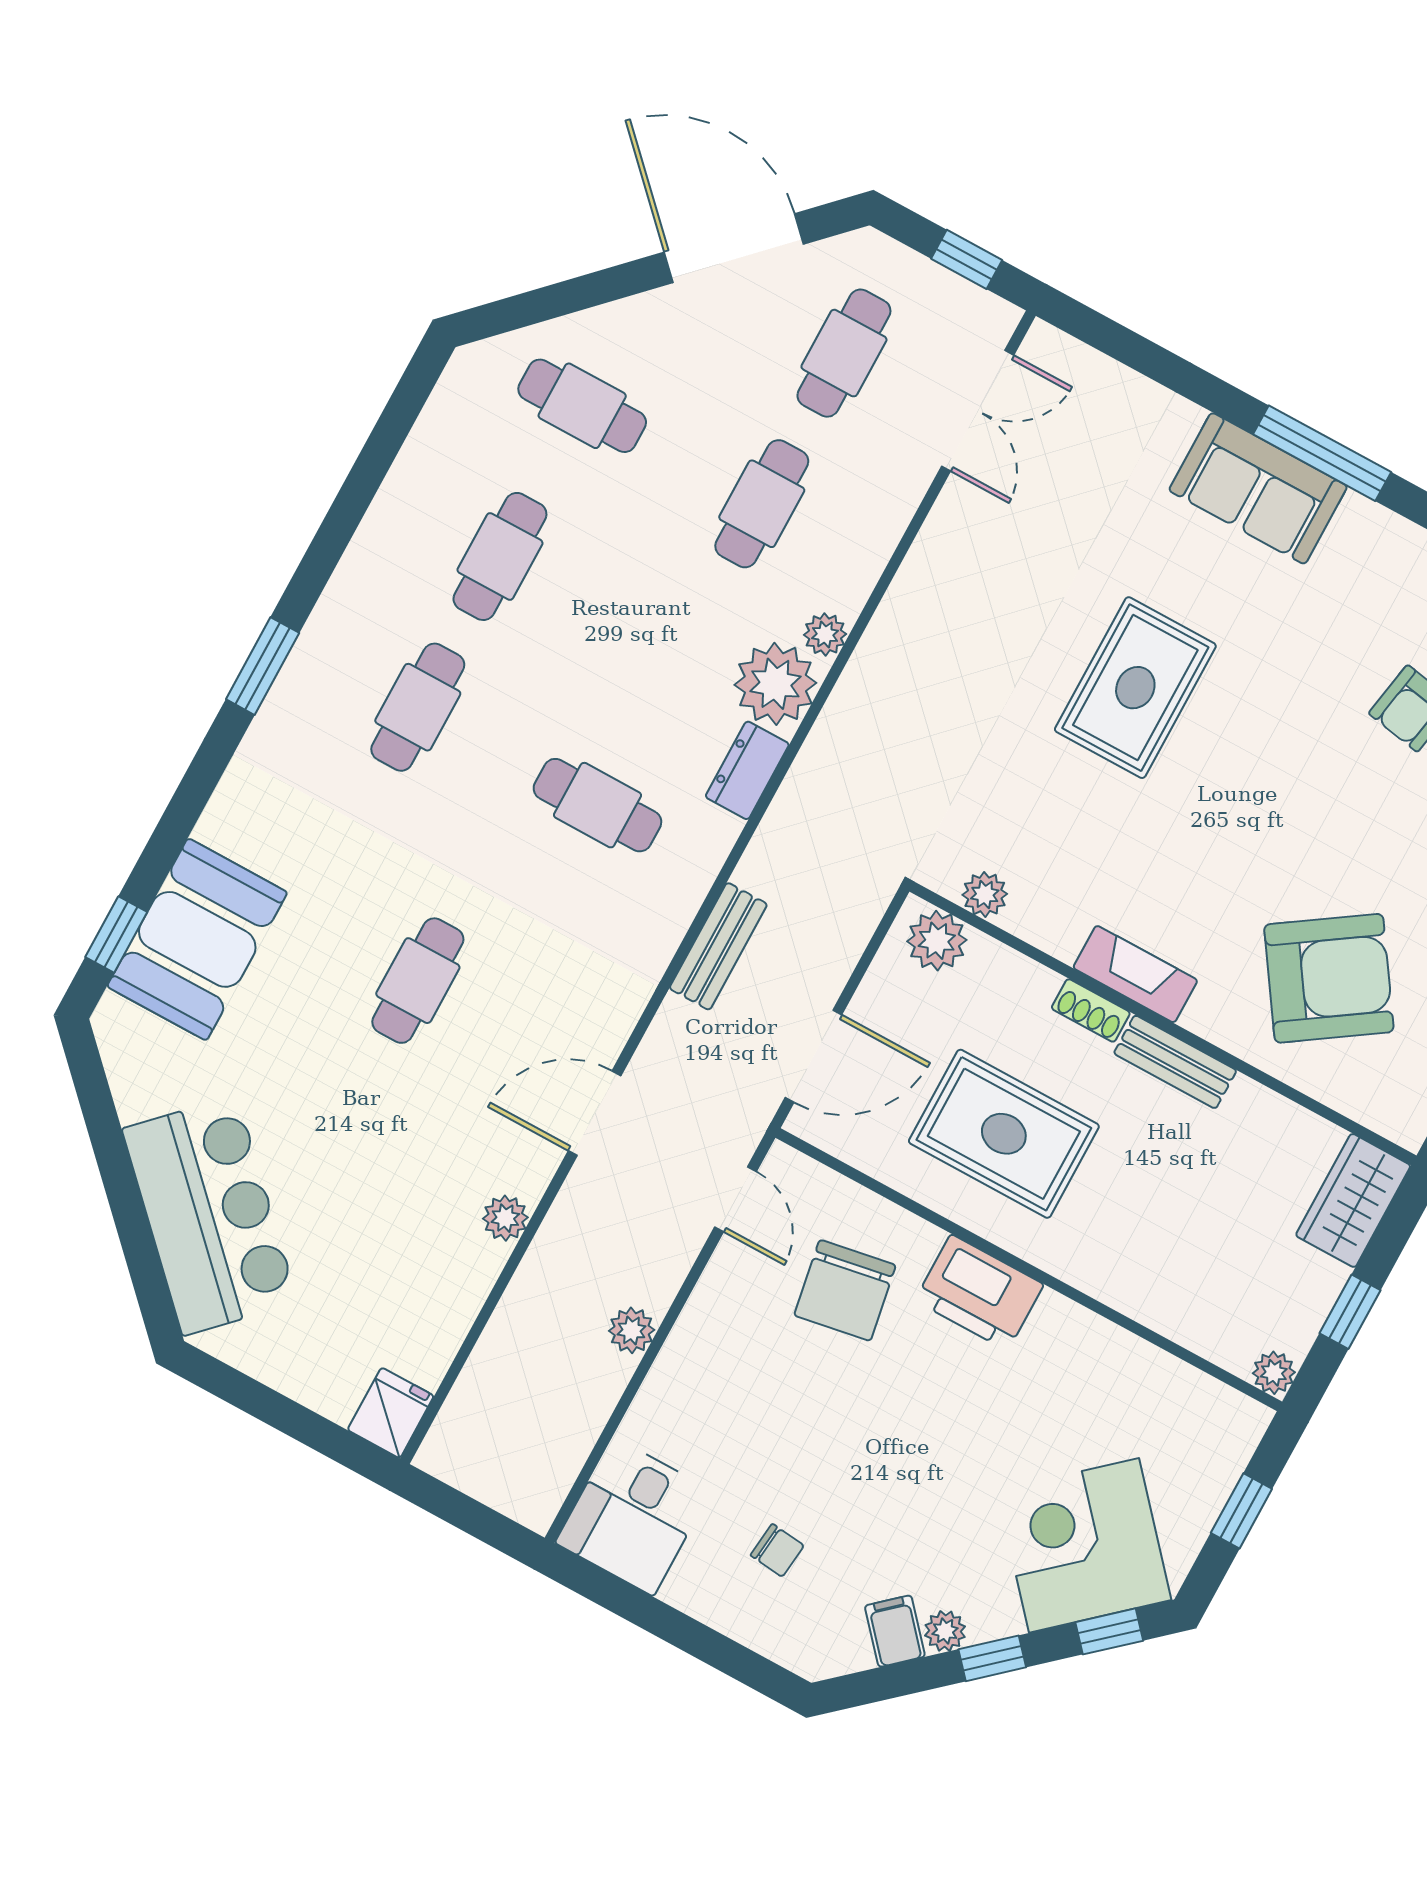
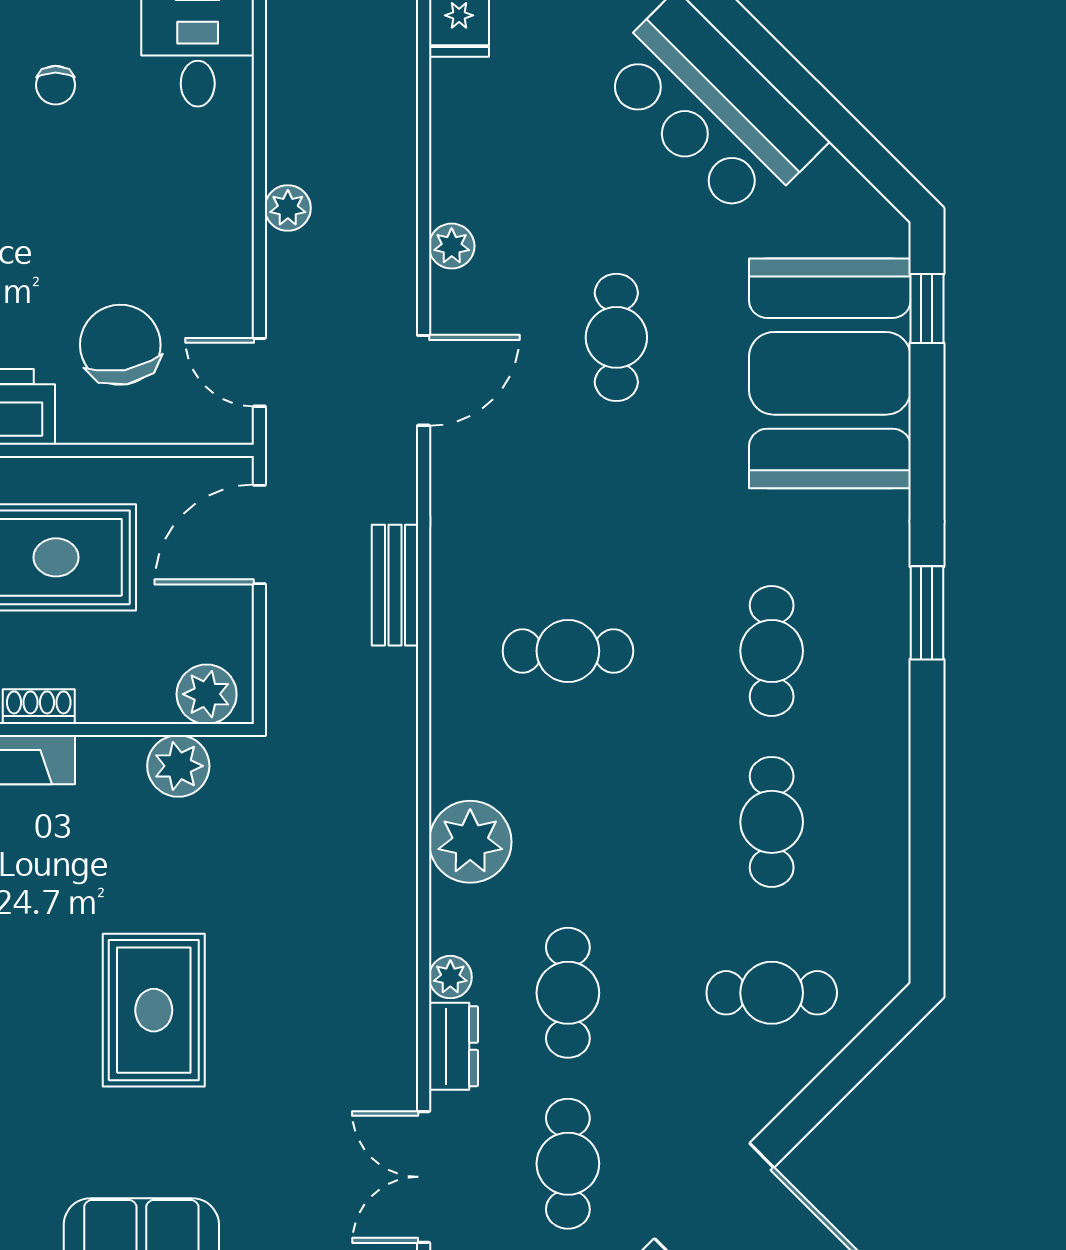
plant: (825, 634) -> (450, 977), moved
dresser: (747, 770) -> (454, 1046), moved
plant: (985, 894) -> (178, 766), width x1.38, depth x1.38
booth: (197, 939) -> (830, 373), width x1.36, depth x1.42
cafe table: (418, 981) -> (616, 337), moved
chair: (777, 1550) -> (56, 85), turned -96

